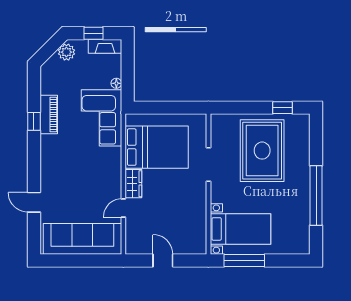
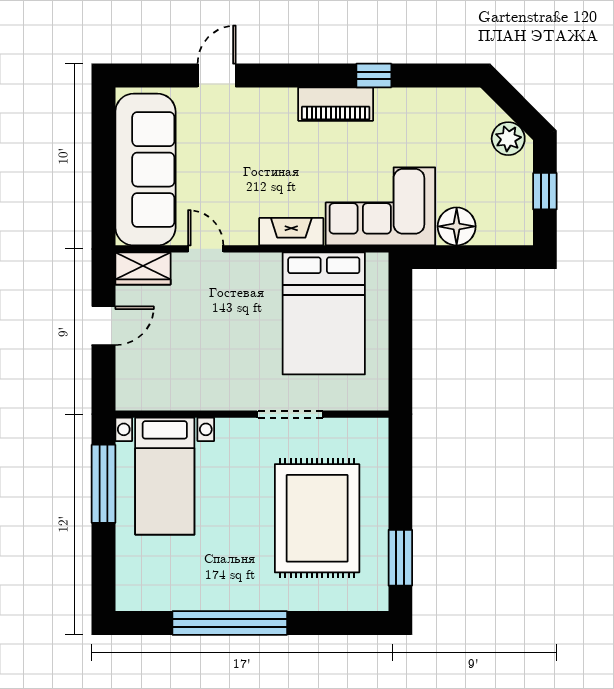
fireplace: (105, 46) -> (291, 232), moved, turned 90
floor lamp: (116, 83) -> (457, 226), width x1.89, depth x1.89
window: (282, 108) -> (400, 558), width x1.50
piano: (49, 114) -> (336, 104), moved
rug: (262, 151) -> (317, 518), turned 90
wardrobe: (133, 184) -> (143, 268), moved

